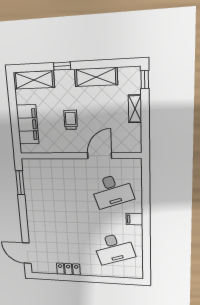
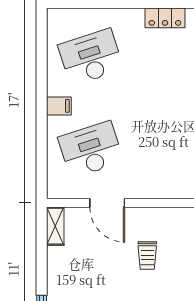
shelving: (135, 109) -> (55, 226), moved
door: (100, 156) -> (107, 203), hinge flipped

